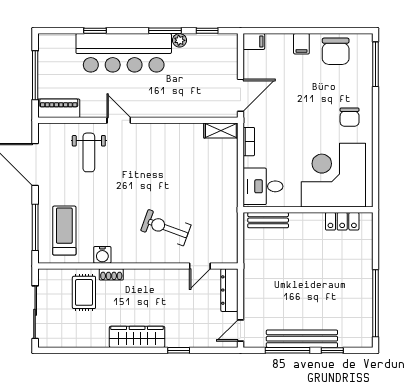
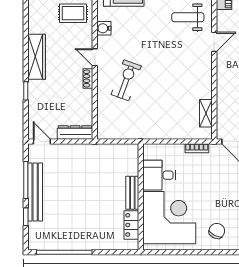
chair: (350, 117) -> (217, 231), turned 116
shelving: (221, 131) -> (206, 113), moved
desk: (263, 186) -> (159, 175), moved, turned -90
bench: (268, 220) -> (132, 193), moved
door: (200, 266) -> (95, 57), moved
shoe rack: (111, 274) -> (88, 78), moved

